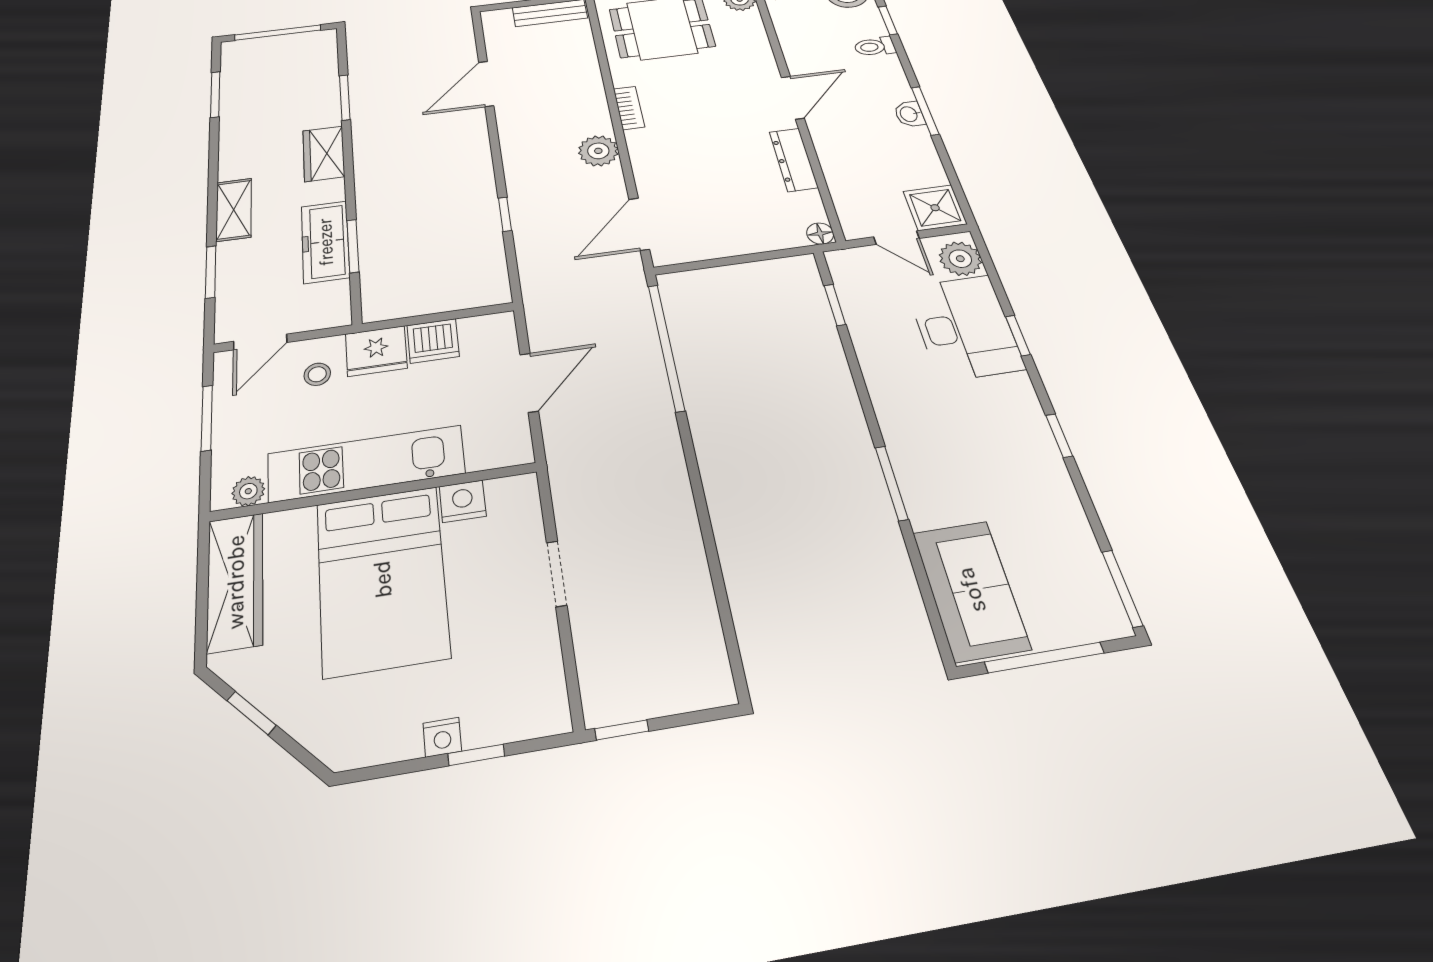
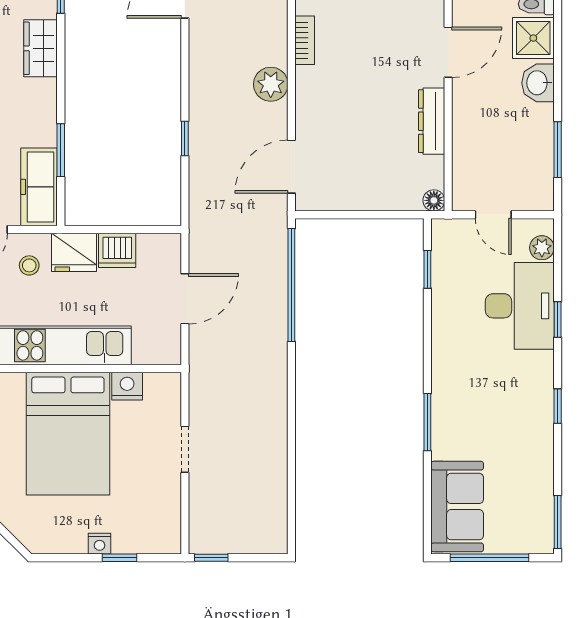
window: (925, 111) -> (558, 150), moved
washbasin: (909, 114) -> (538, 83), width x1.38, depth x1.45
shower: (935, 208) -> (533, 38), moved
freezer: (325, 242) -> (39, 187), moved
plant: (960, 259) -> (542, 248), width x0.73, depth x0.73

